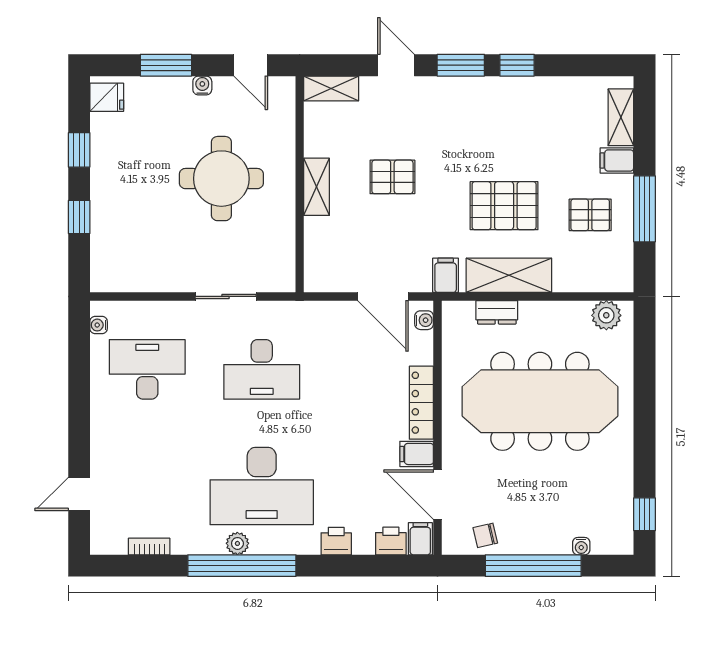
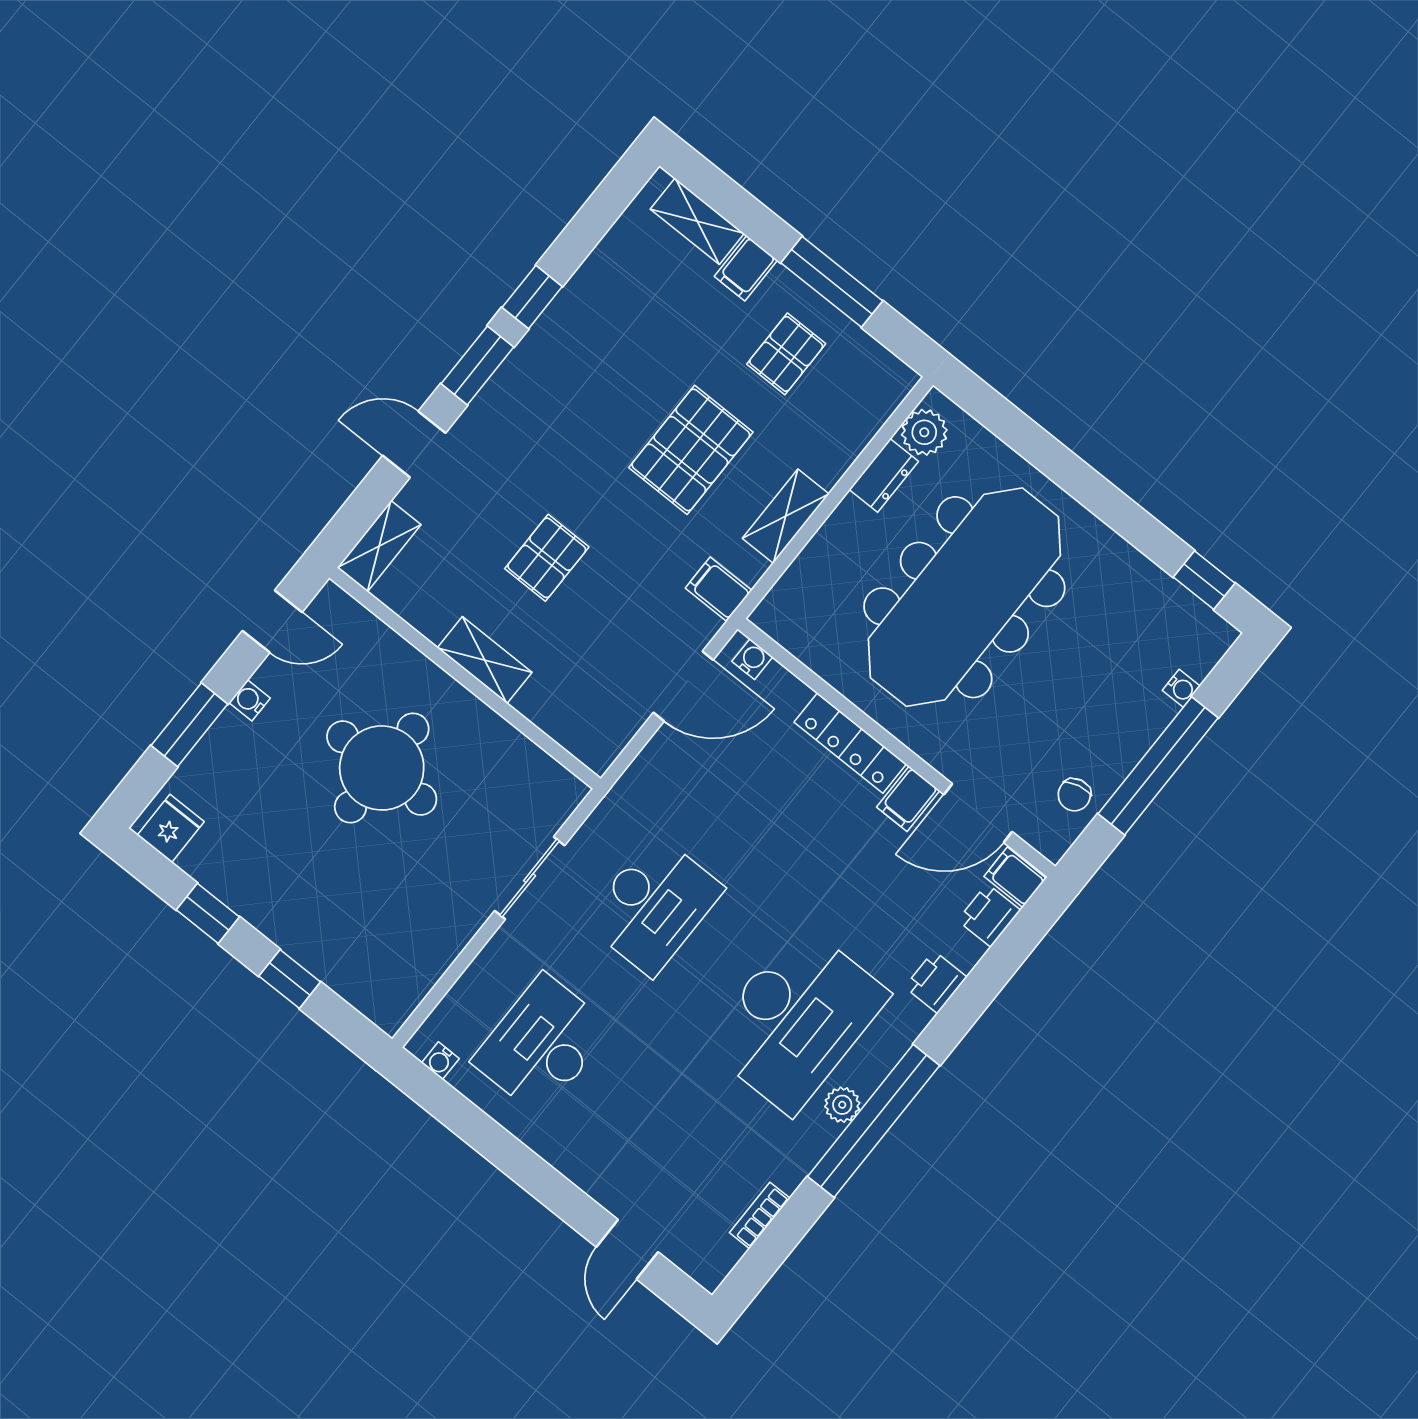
shelving: (509, 275) -> (786, 516), width x0.67, depth x0.75
dresser: (497, 312) -> (884, 475), moved

